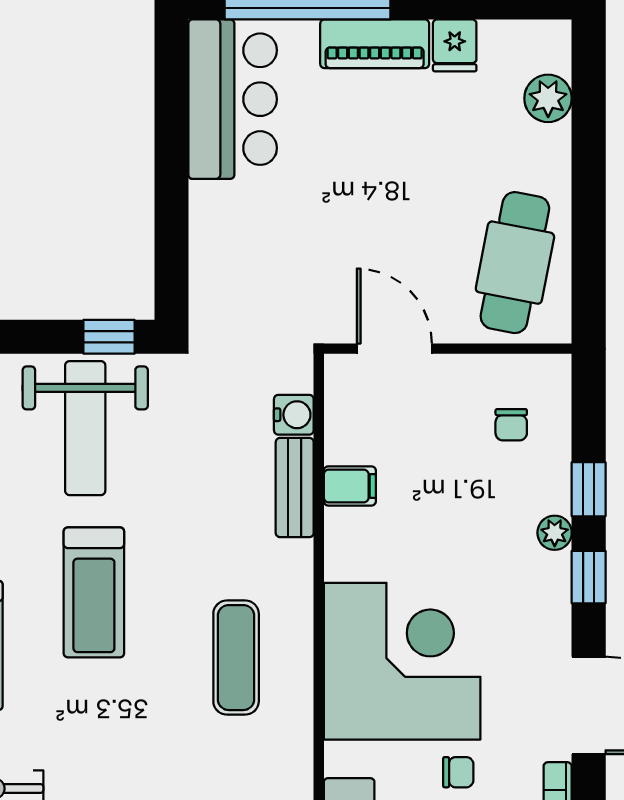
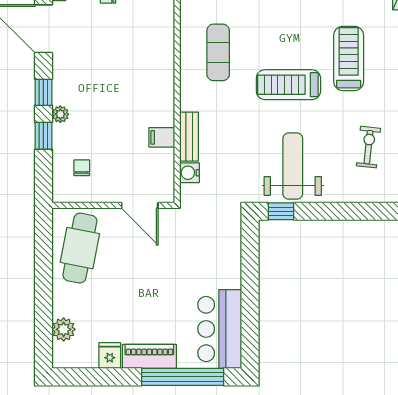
treadmill: (94, 592) -> (288, 85), turned -90
corner desk: (402, 661) -> (136, 51), removed

